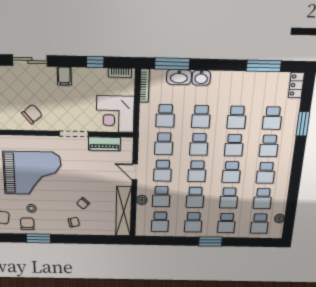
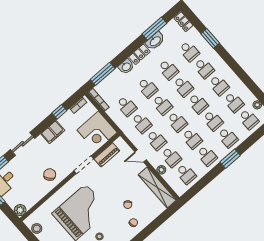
filing cabinet: (64, 76) -> (53, 132), width x2.00
washbasin: (179, 77) -> (155, 41), moved
locker: (225, 78) -> (139, 54), added

